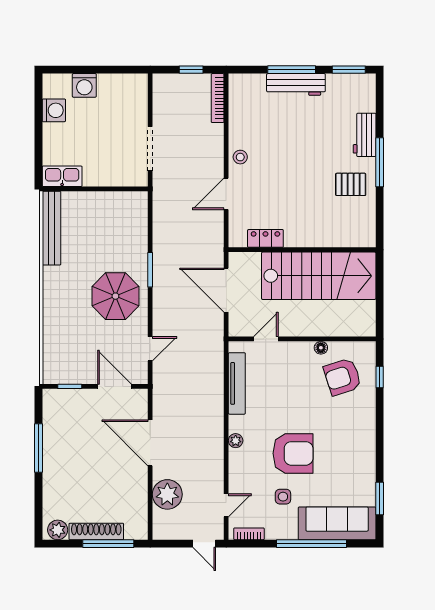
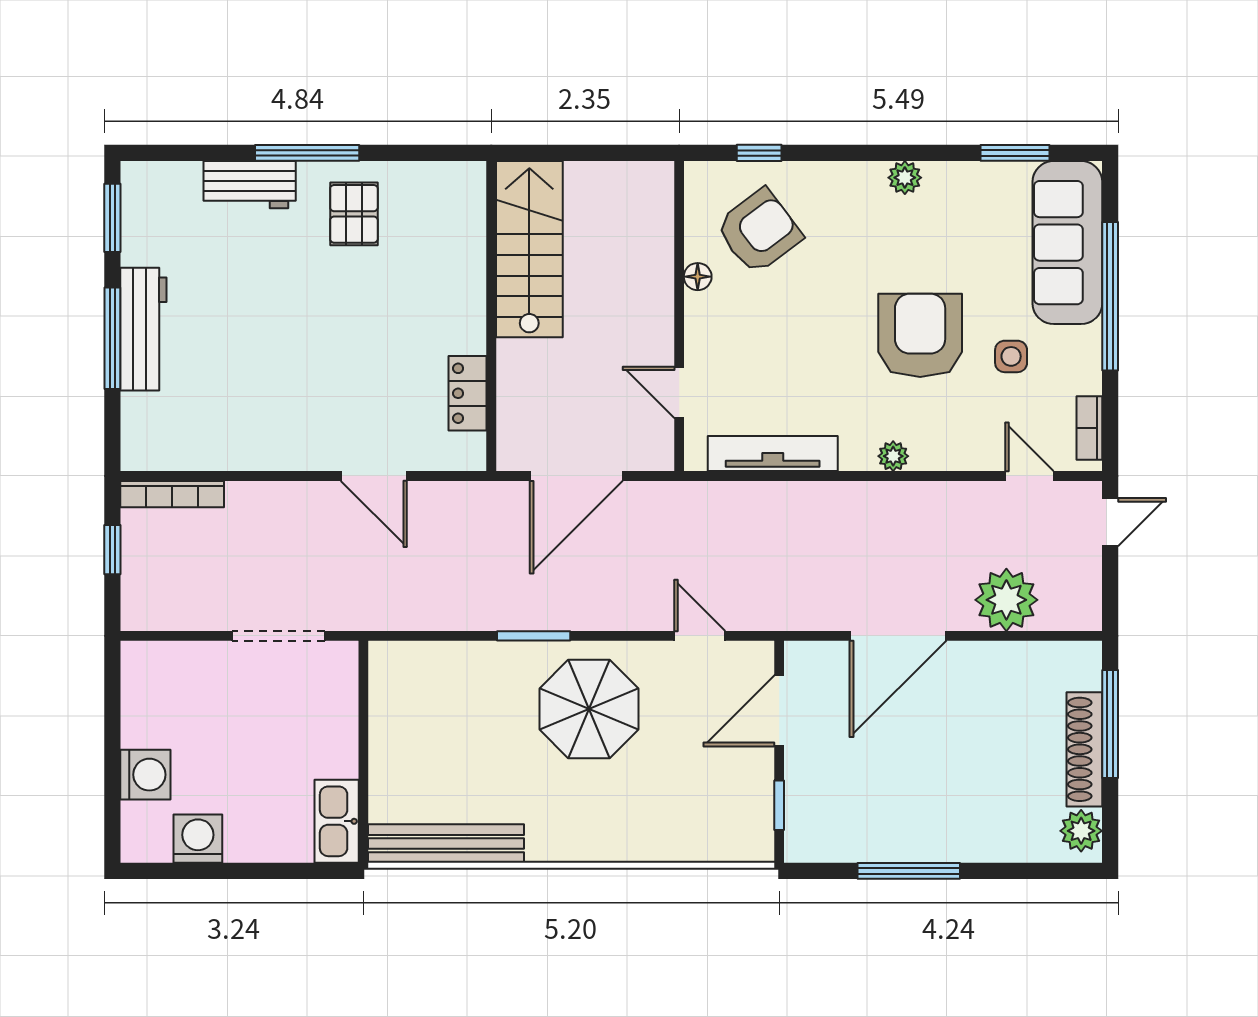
stool: (240, 157) -> (296, 446), removed
stairs: (319, 276) -> (529, 249), width x0.73, depth x0.66
armchair: (342, 377) -> (759, 231), turned -109
plant: (368, 446) -> (905, 178), added

